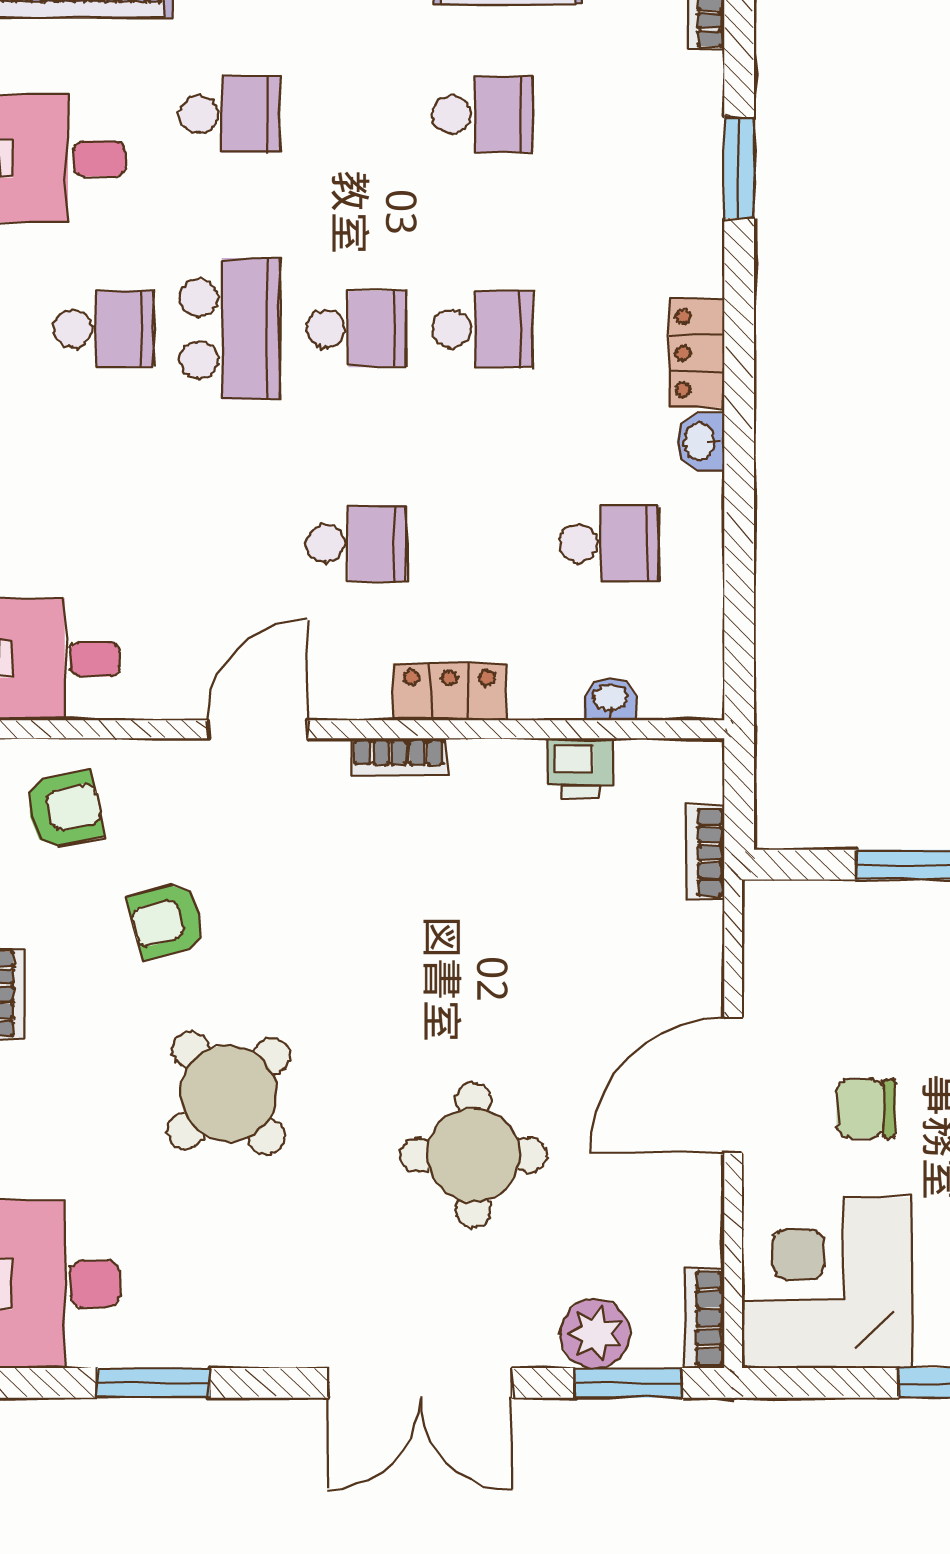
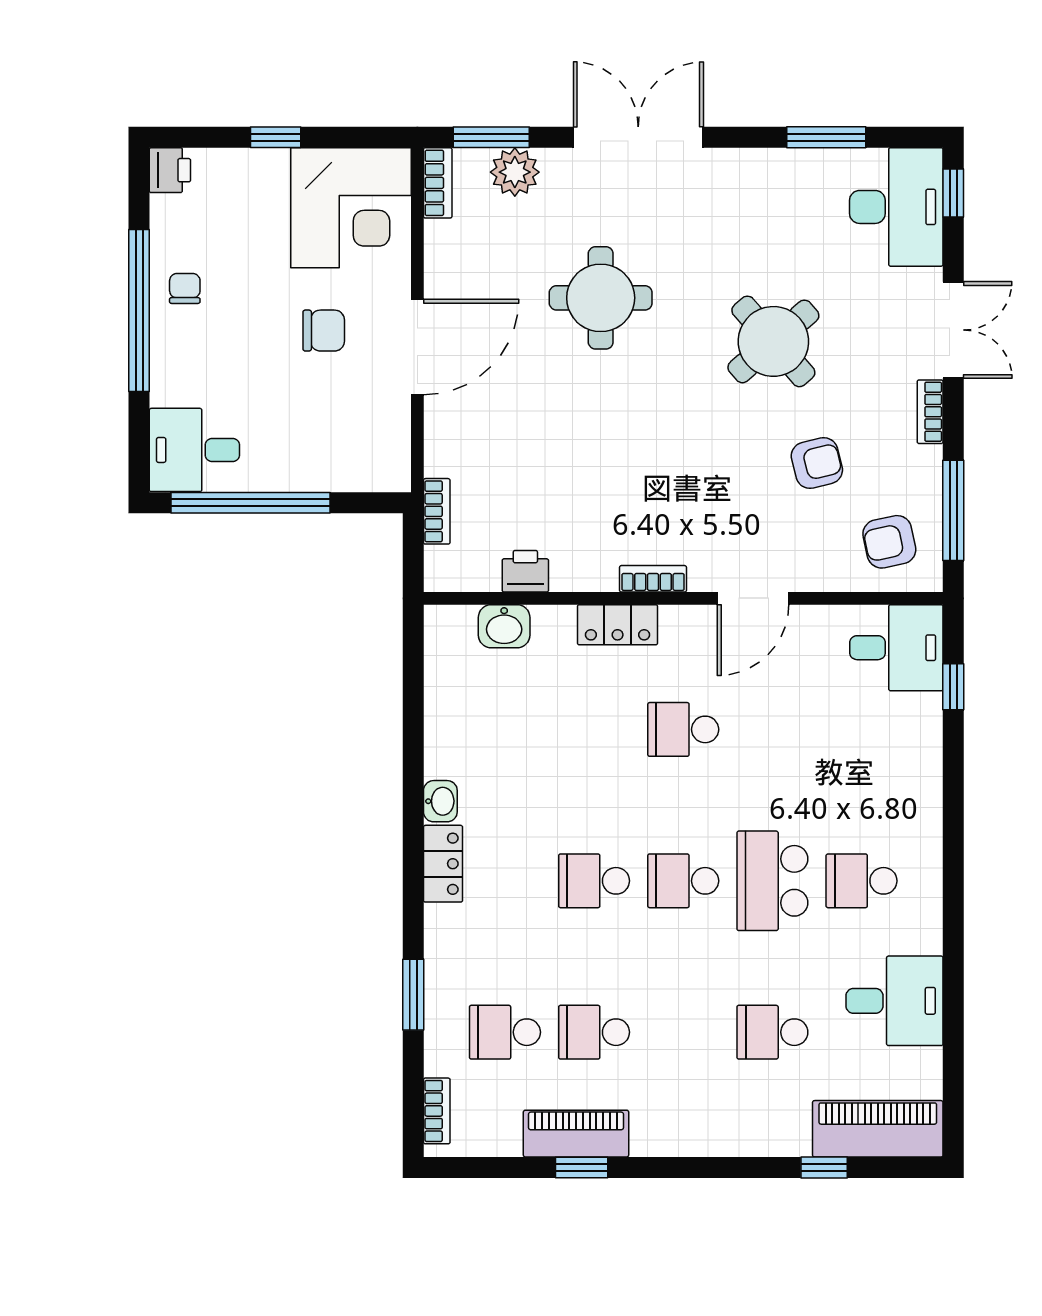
school desk: (609, 543) -> (505, 1032), moved
washbasin: (610, 699) -> (504, 626), width x1.38, depth x1.45

